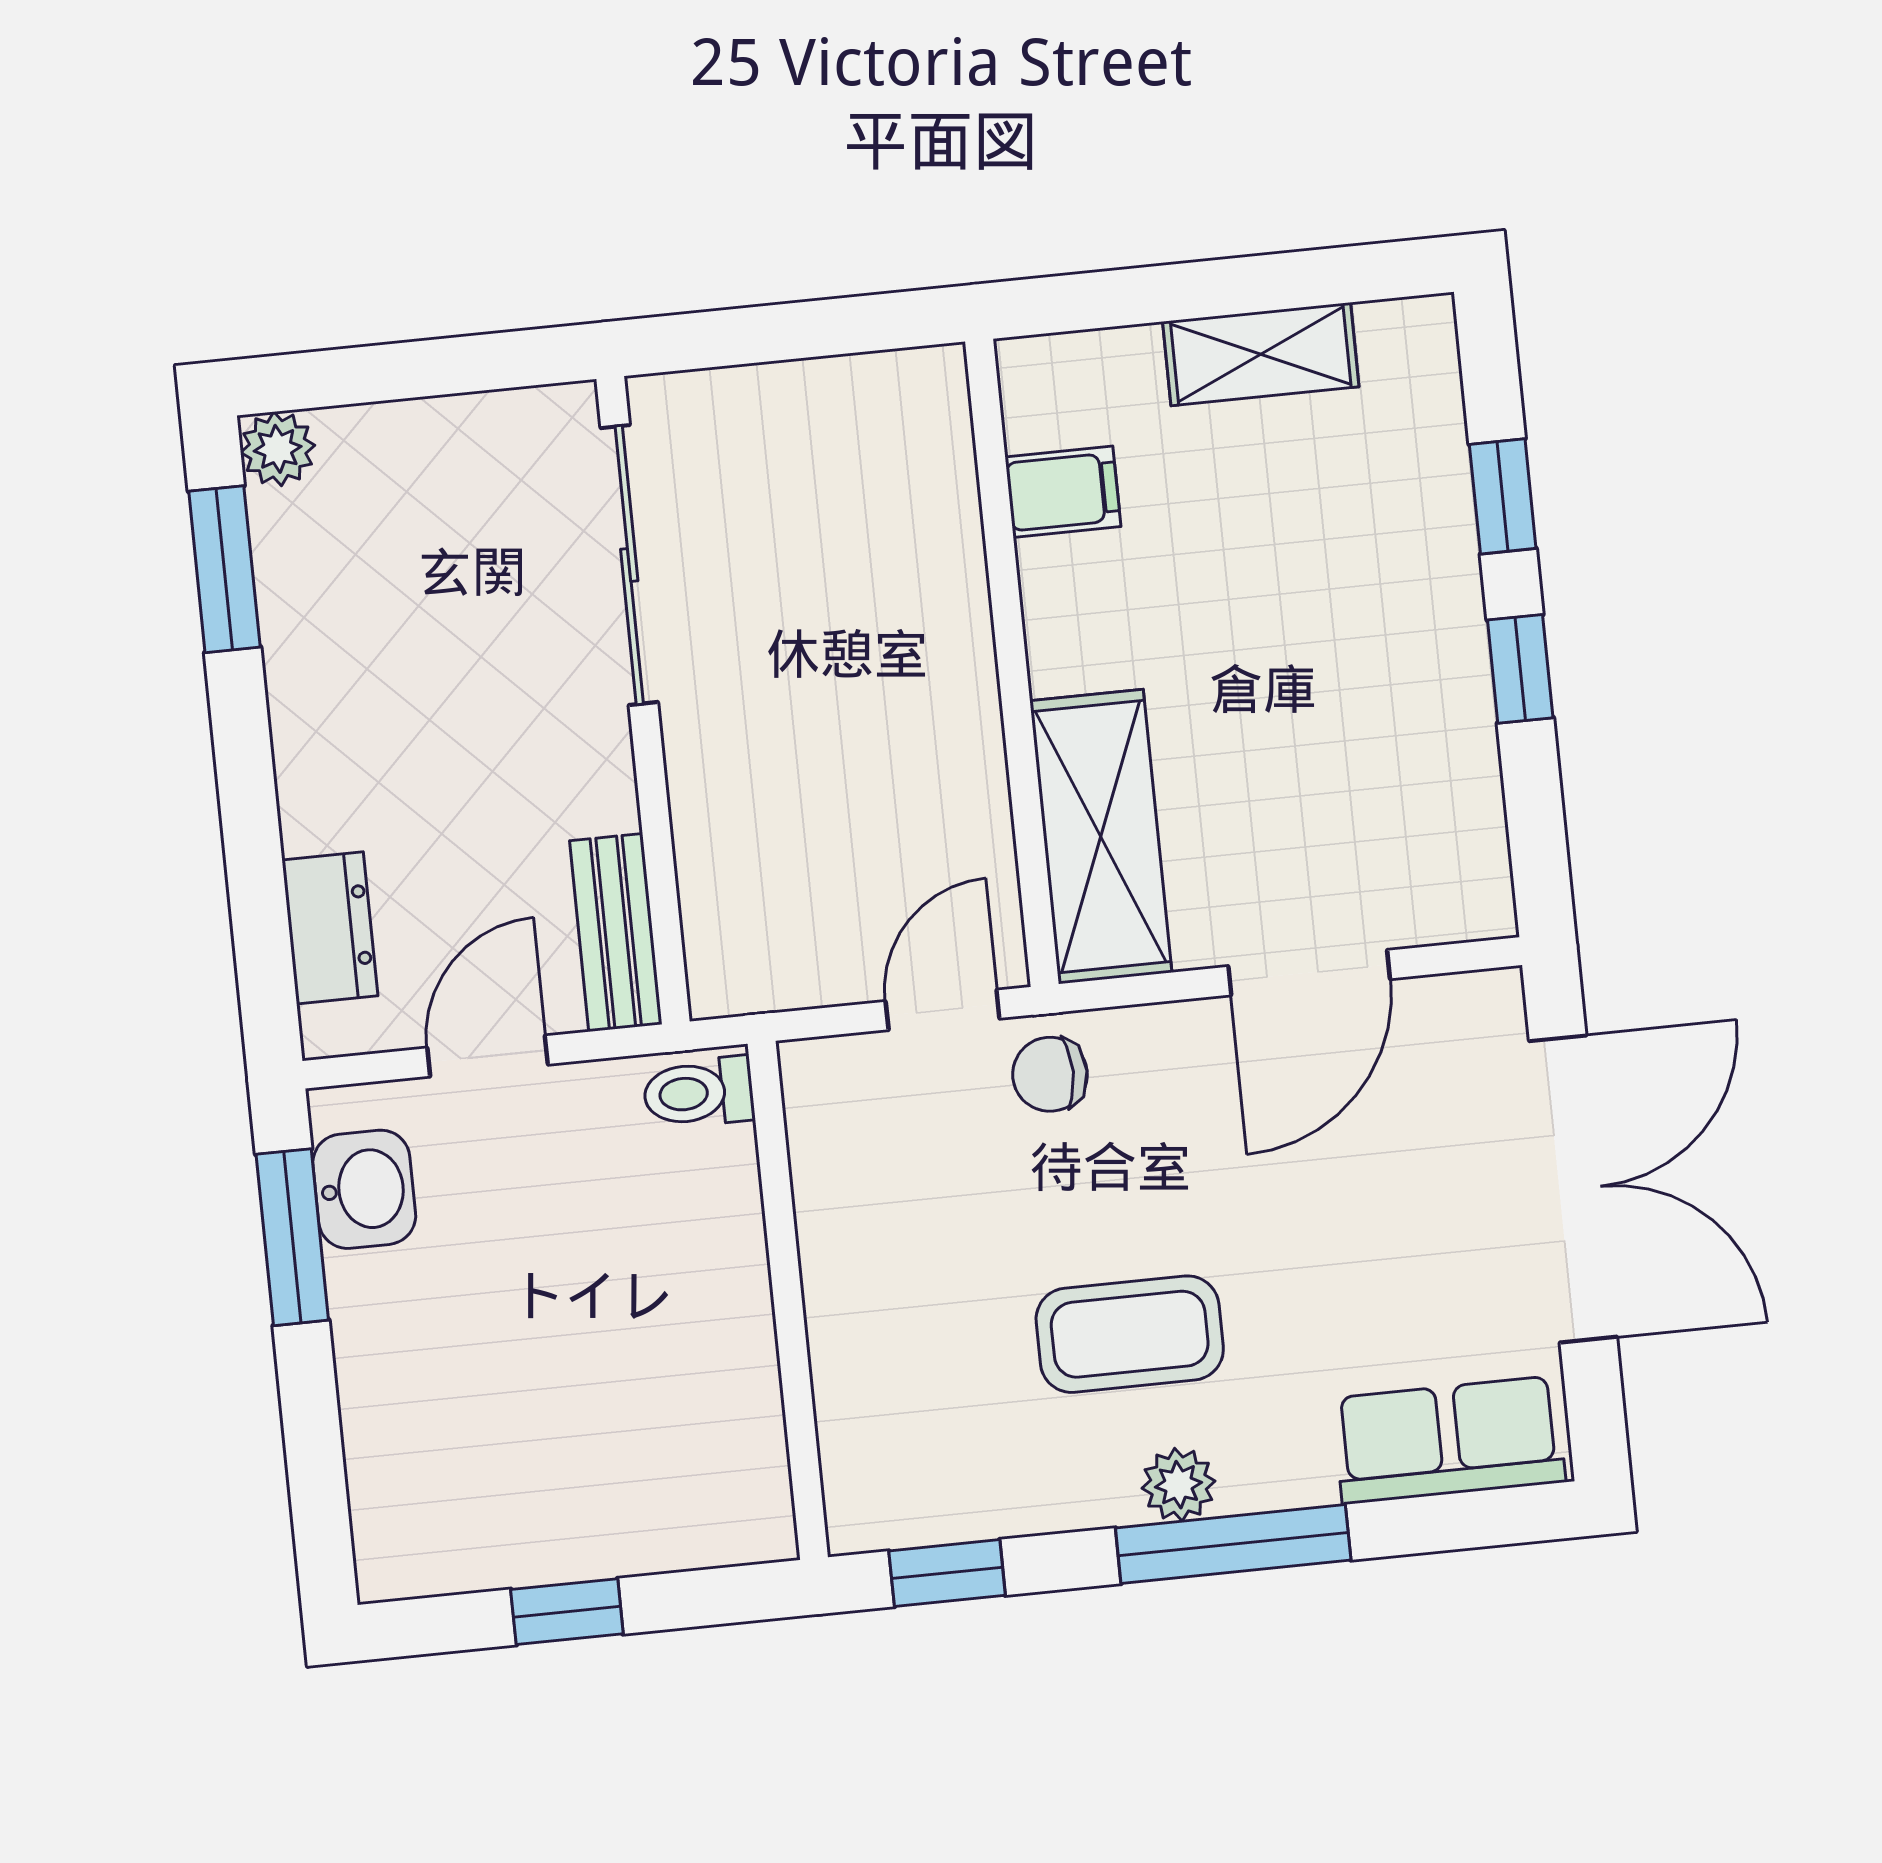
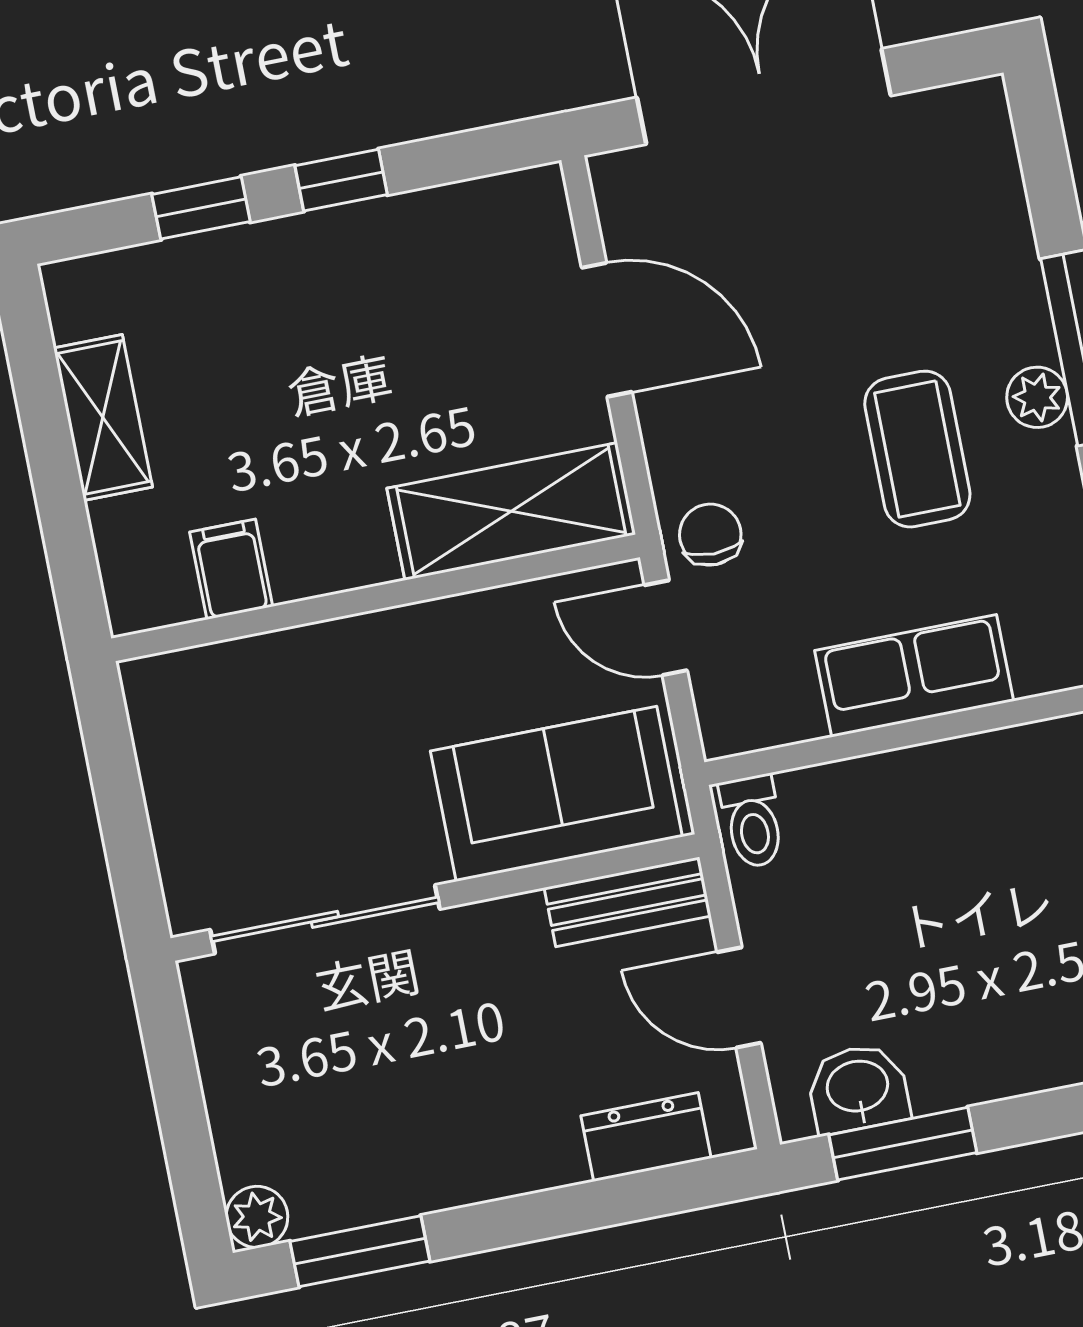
sofa: (754, 859) -> (556, 794), added
chair: (1050, 1074) -> (710, 535), turned 180
row of seats: (1449, 1440) -> (914, 676), moved, turned 90

